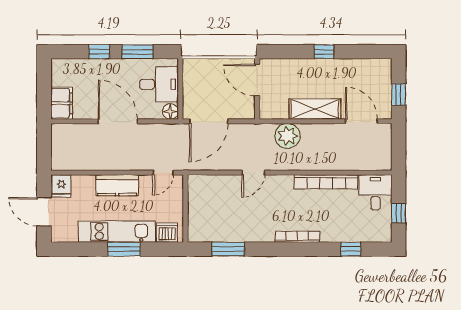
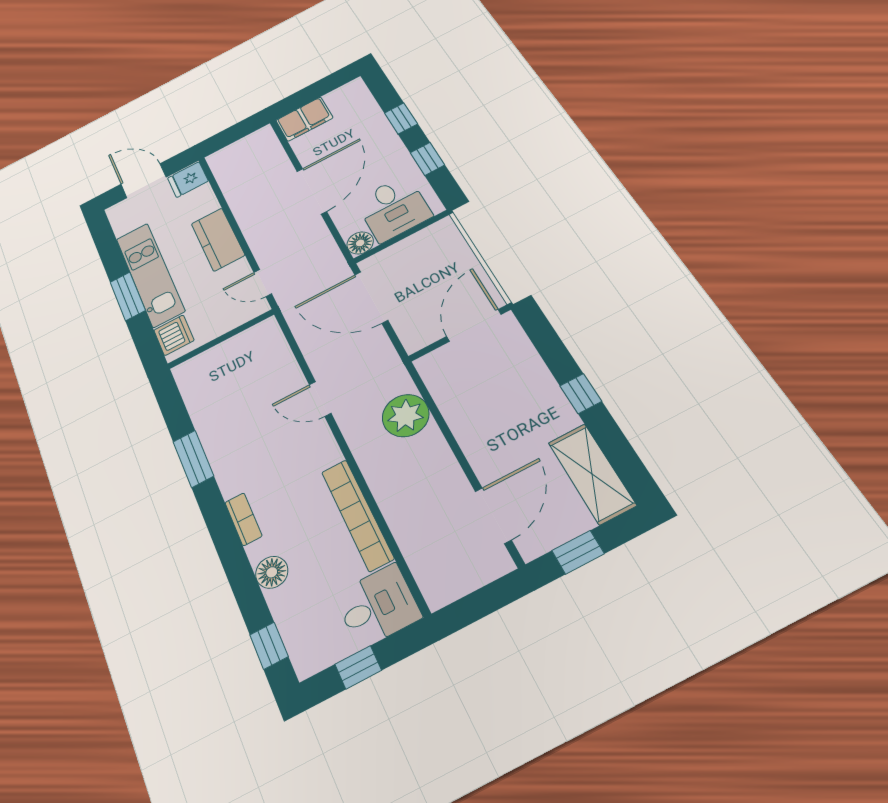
window: (138, 52) -> (427, 159), width x0.67
shelving: (315, 109) -> (592, 474), moved
door: (44, 212) -> (144, 181), hinge flipped
floor lamp: (333, 234) -> (272, 572), added
bookcase: (297, 237) -> (243, 519), width x0.64
window: (228, 249) -> (193, 459), moved
window: (351, 249) -> (269, 646), moved

